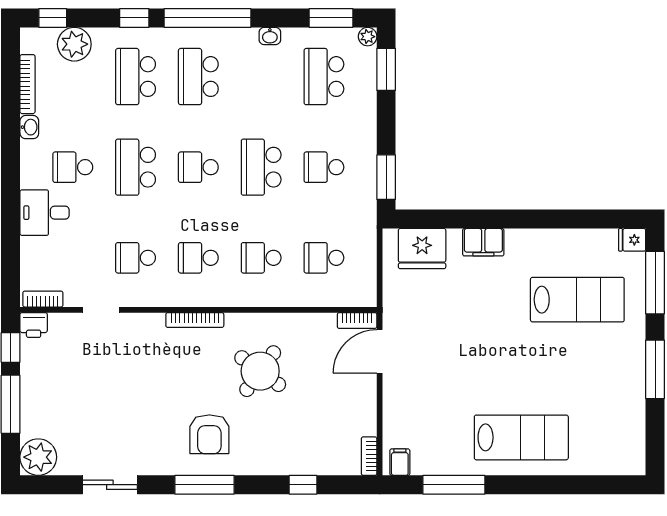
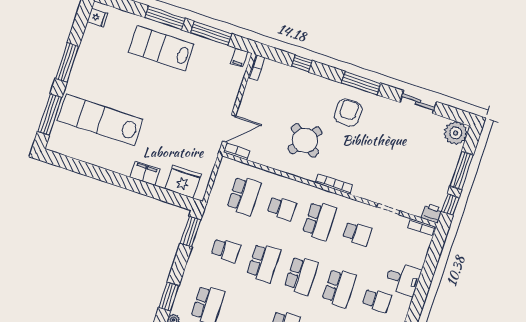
school desk: (198, 167) -> (301, 275), width x1.85
fridge: (632, 240) -> (97, 18), moved
school desk: (198, 258) -> (319, 221), width x1.85
school desk: (324, 258) -> (244, 196), width x1.85
lab bench: (577, 300) -> (100, 120), width x1.36
window: (531, 485) -> (165, 18), added

